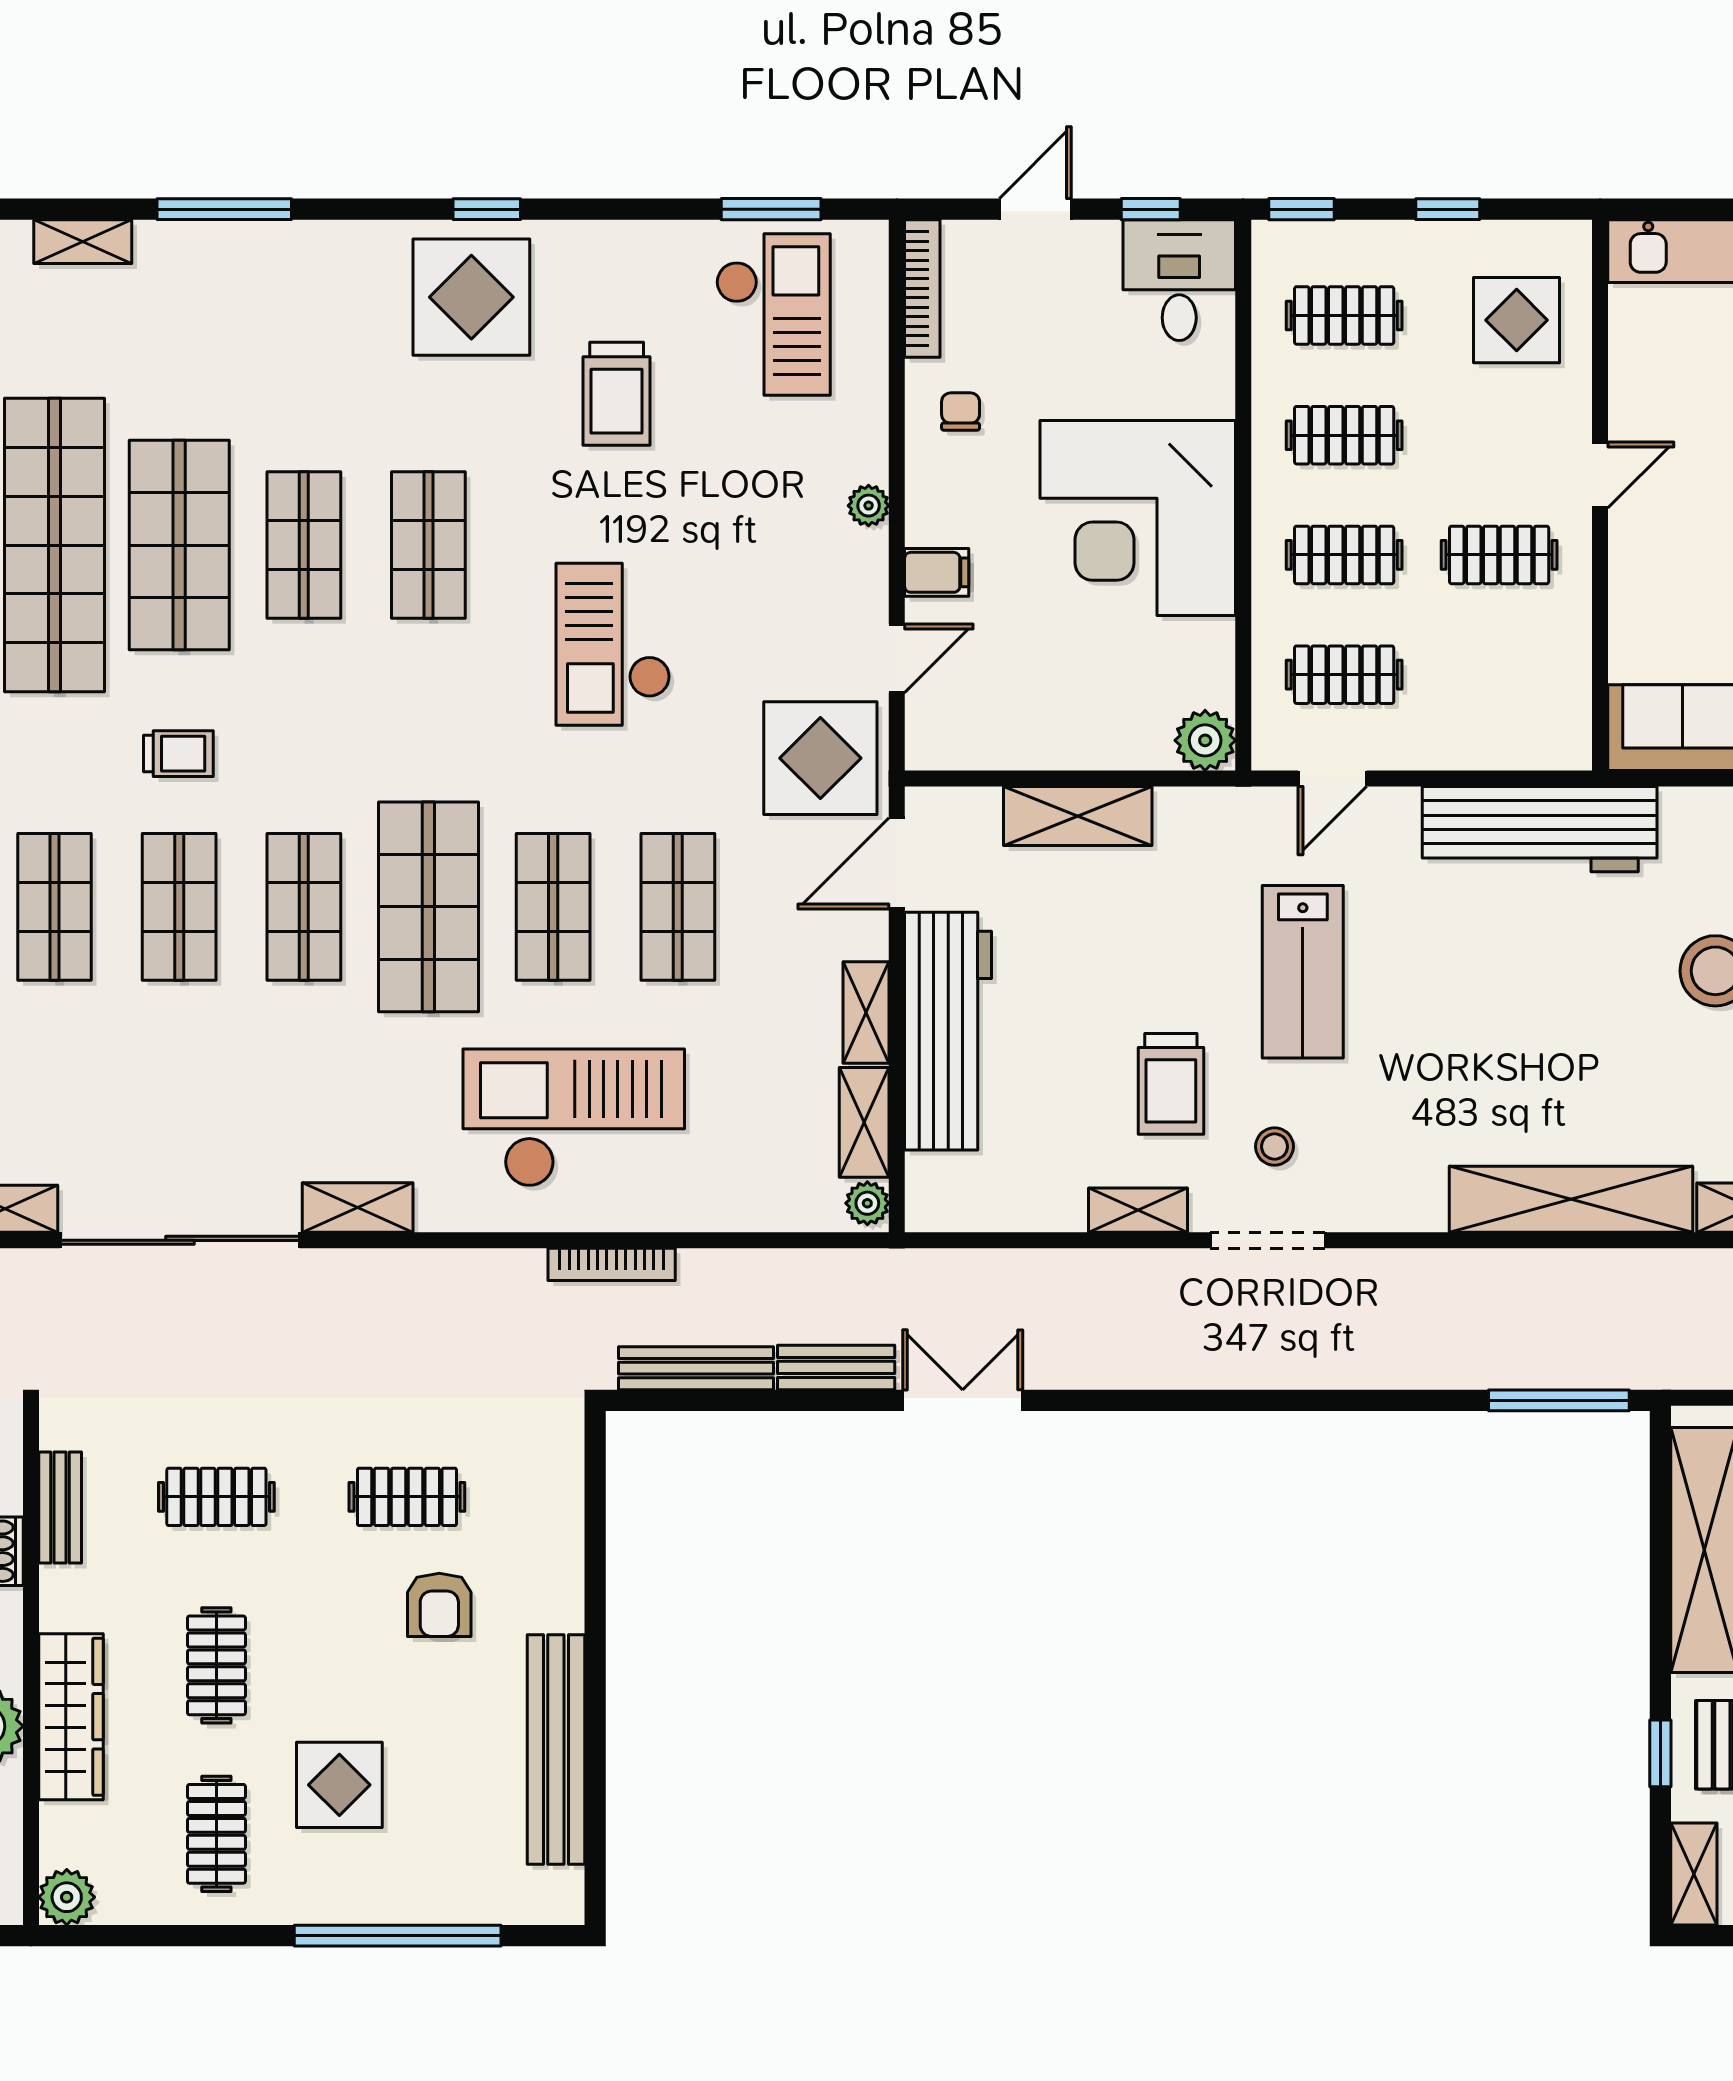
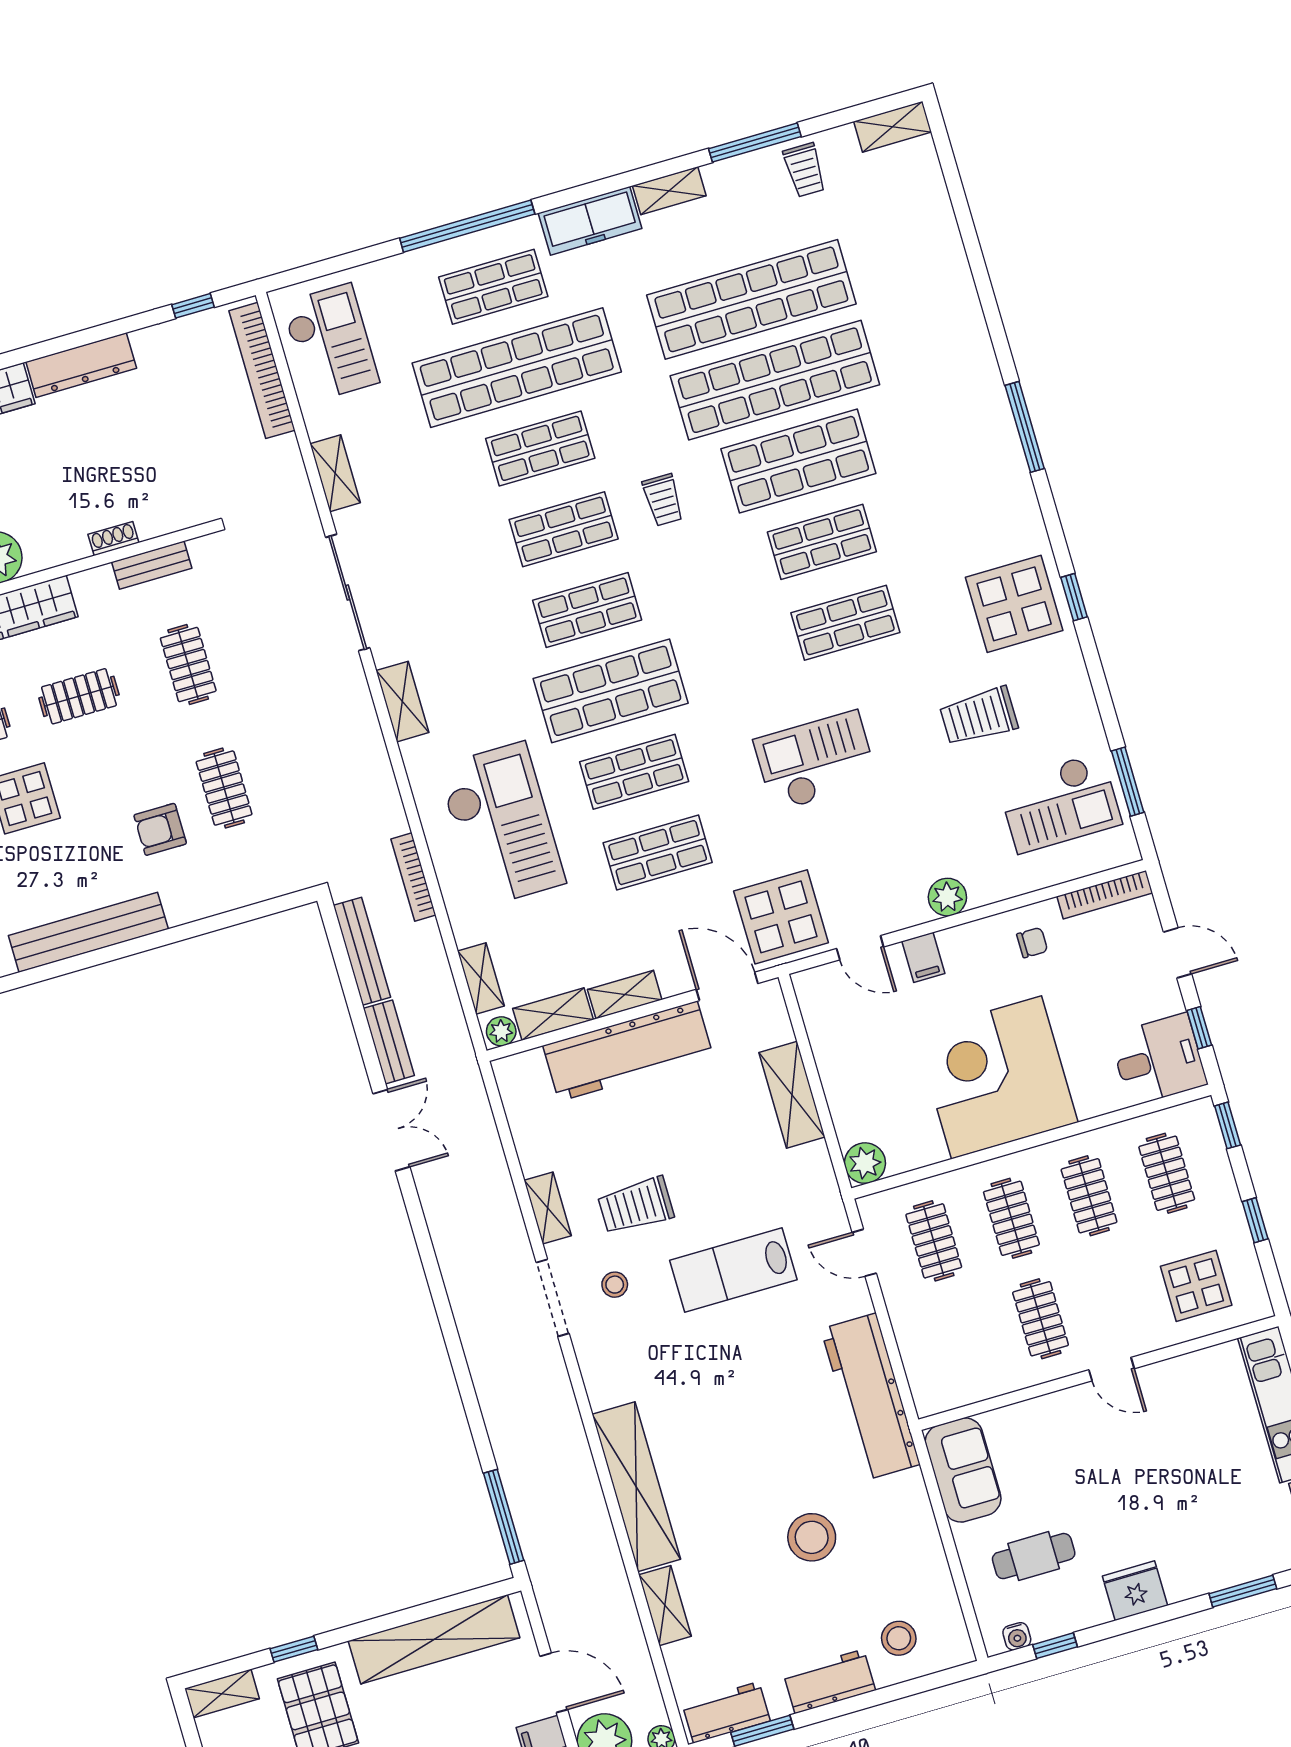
shelving: (83, 242) -> (481, 979), moved
plant: (869, 506) -> (947, 897), width x1.38, depth x1.38
sliding door: (180, 1240) -> (348, 593), width x0.73

